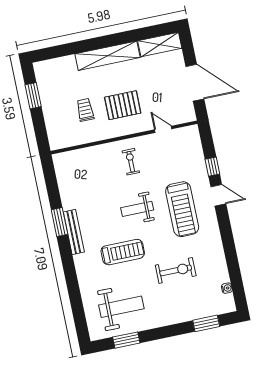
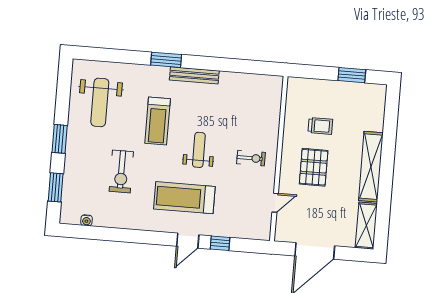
window: (60, 222) -> (166, 60), moved
window: (126, 340) -> (60, 139), moved

